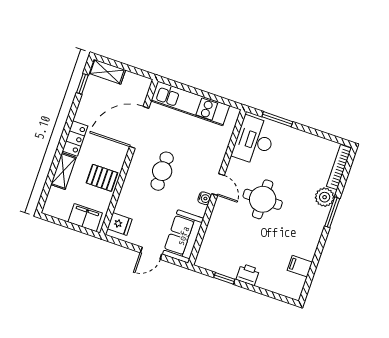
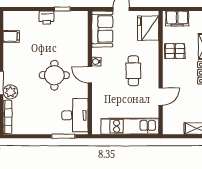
door: (139, 127) -> (161, 96), width x0.53
fridge: (120, 224) -> (148, 28), width x1.88, depth x1.34

